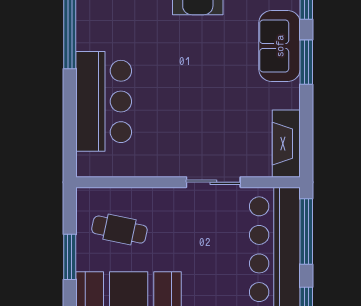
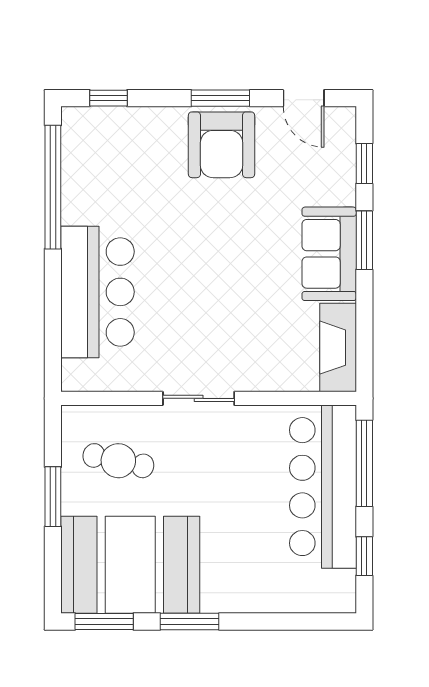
sofa: (280, 46) -> (329, 254), moved
sliding door: (213, 182) -> (199, 398), moved

